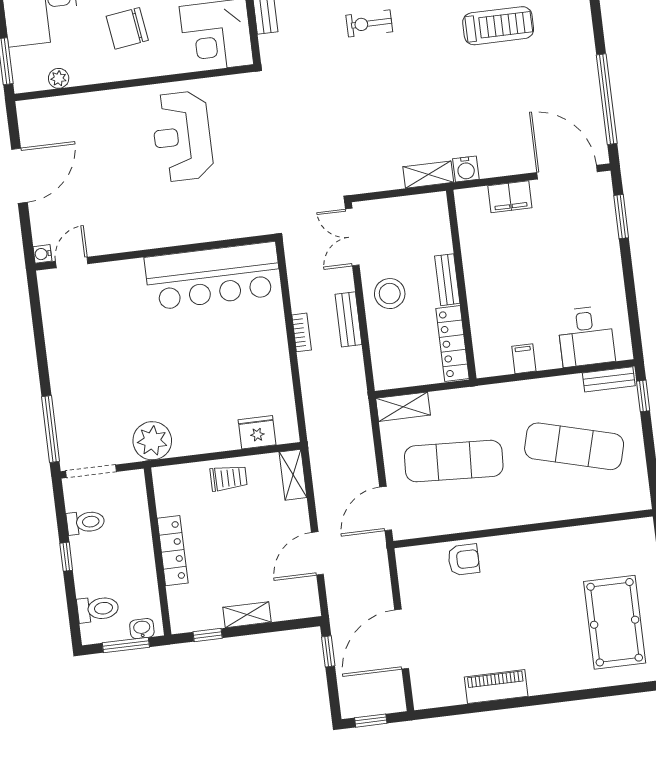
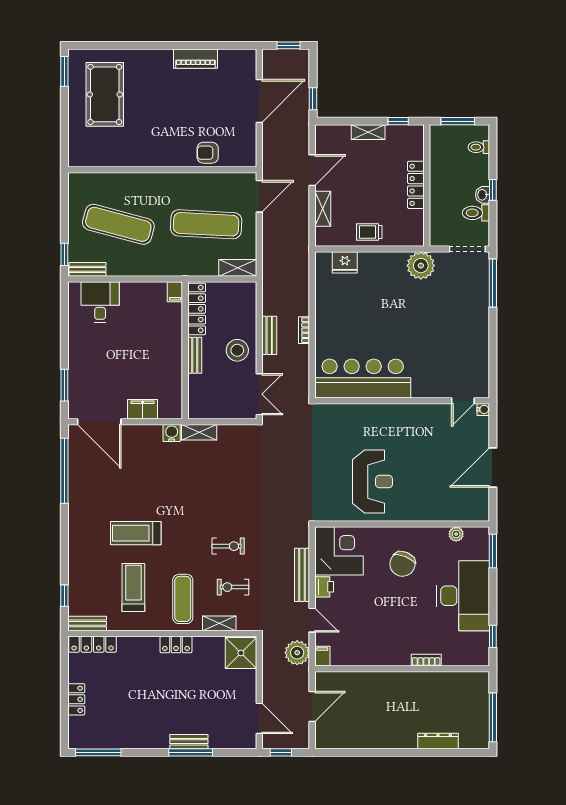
chair: (127, 28) -> (402, 564), turned 120
filing cabinet: (524, 359) -> (175, 292), moved
shelving: (293, 475) -> (323, 209), moved
toilet: (98, 609) -> (479, 147), width x0.73, depth x0.72
washbasin: (142, 629) -> (482, 195), moved, turned 90

